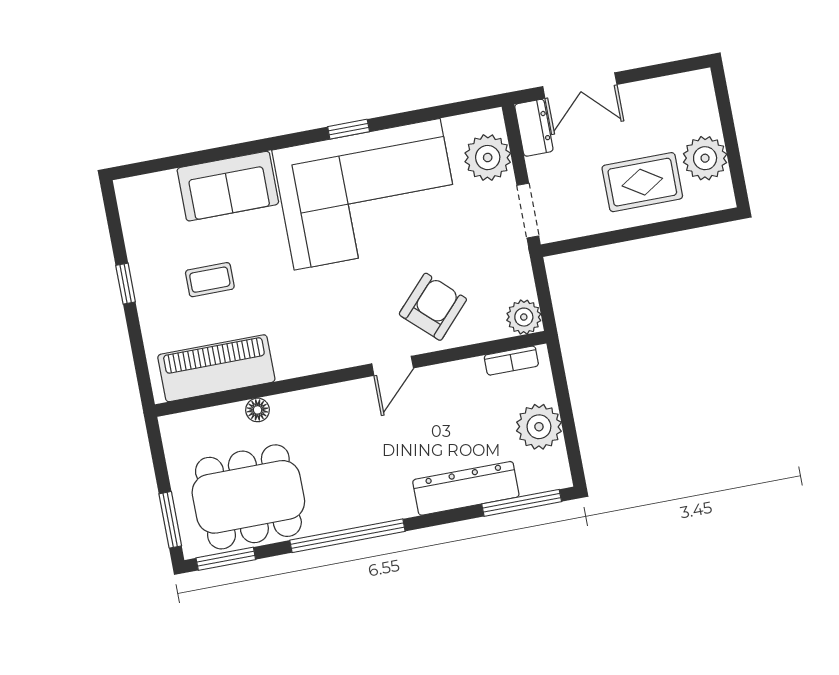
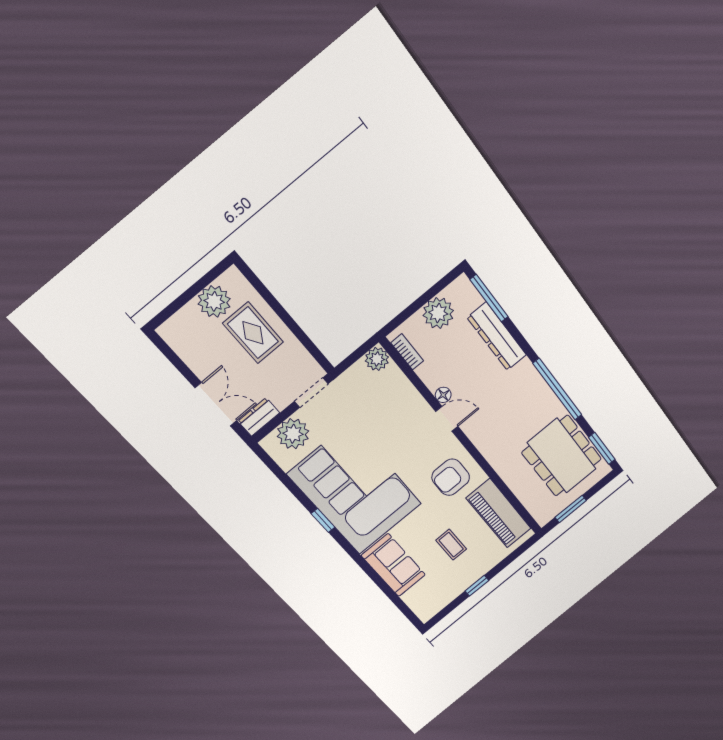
armchair: (433, 307) -> (451, 477), moved, turned -43
floor lamp: (258, 410) -> (443, 395), moved
window: (170, 520) -> (571, 509), moved

